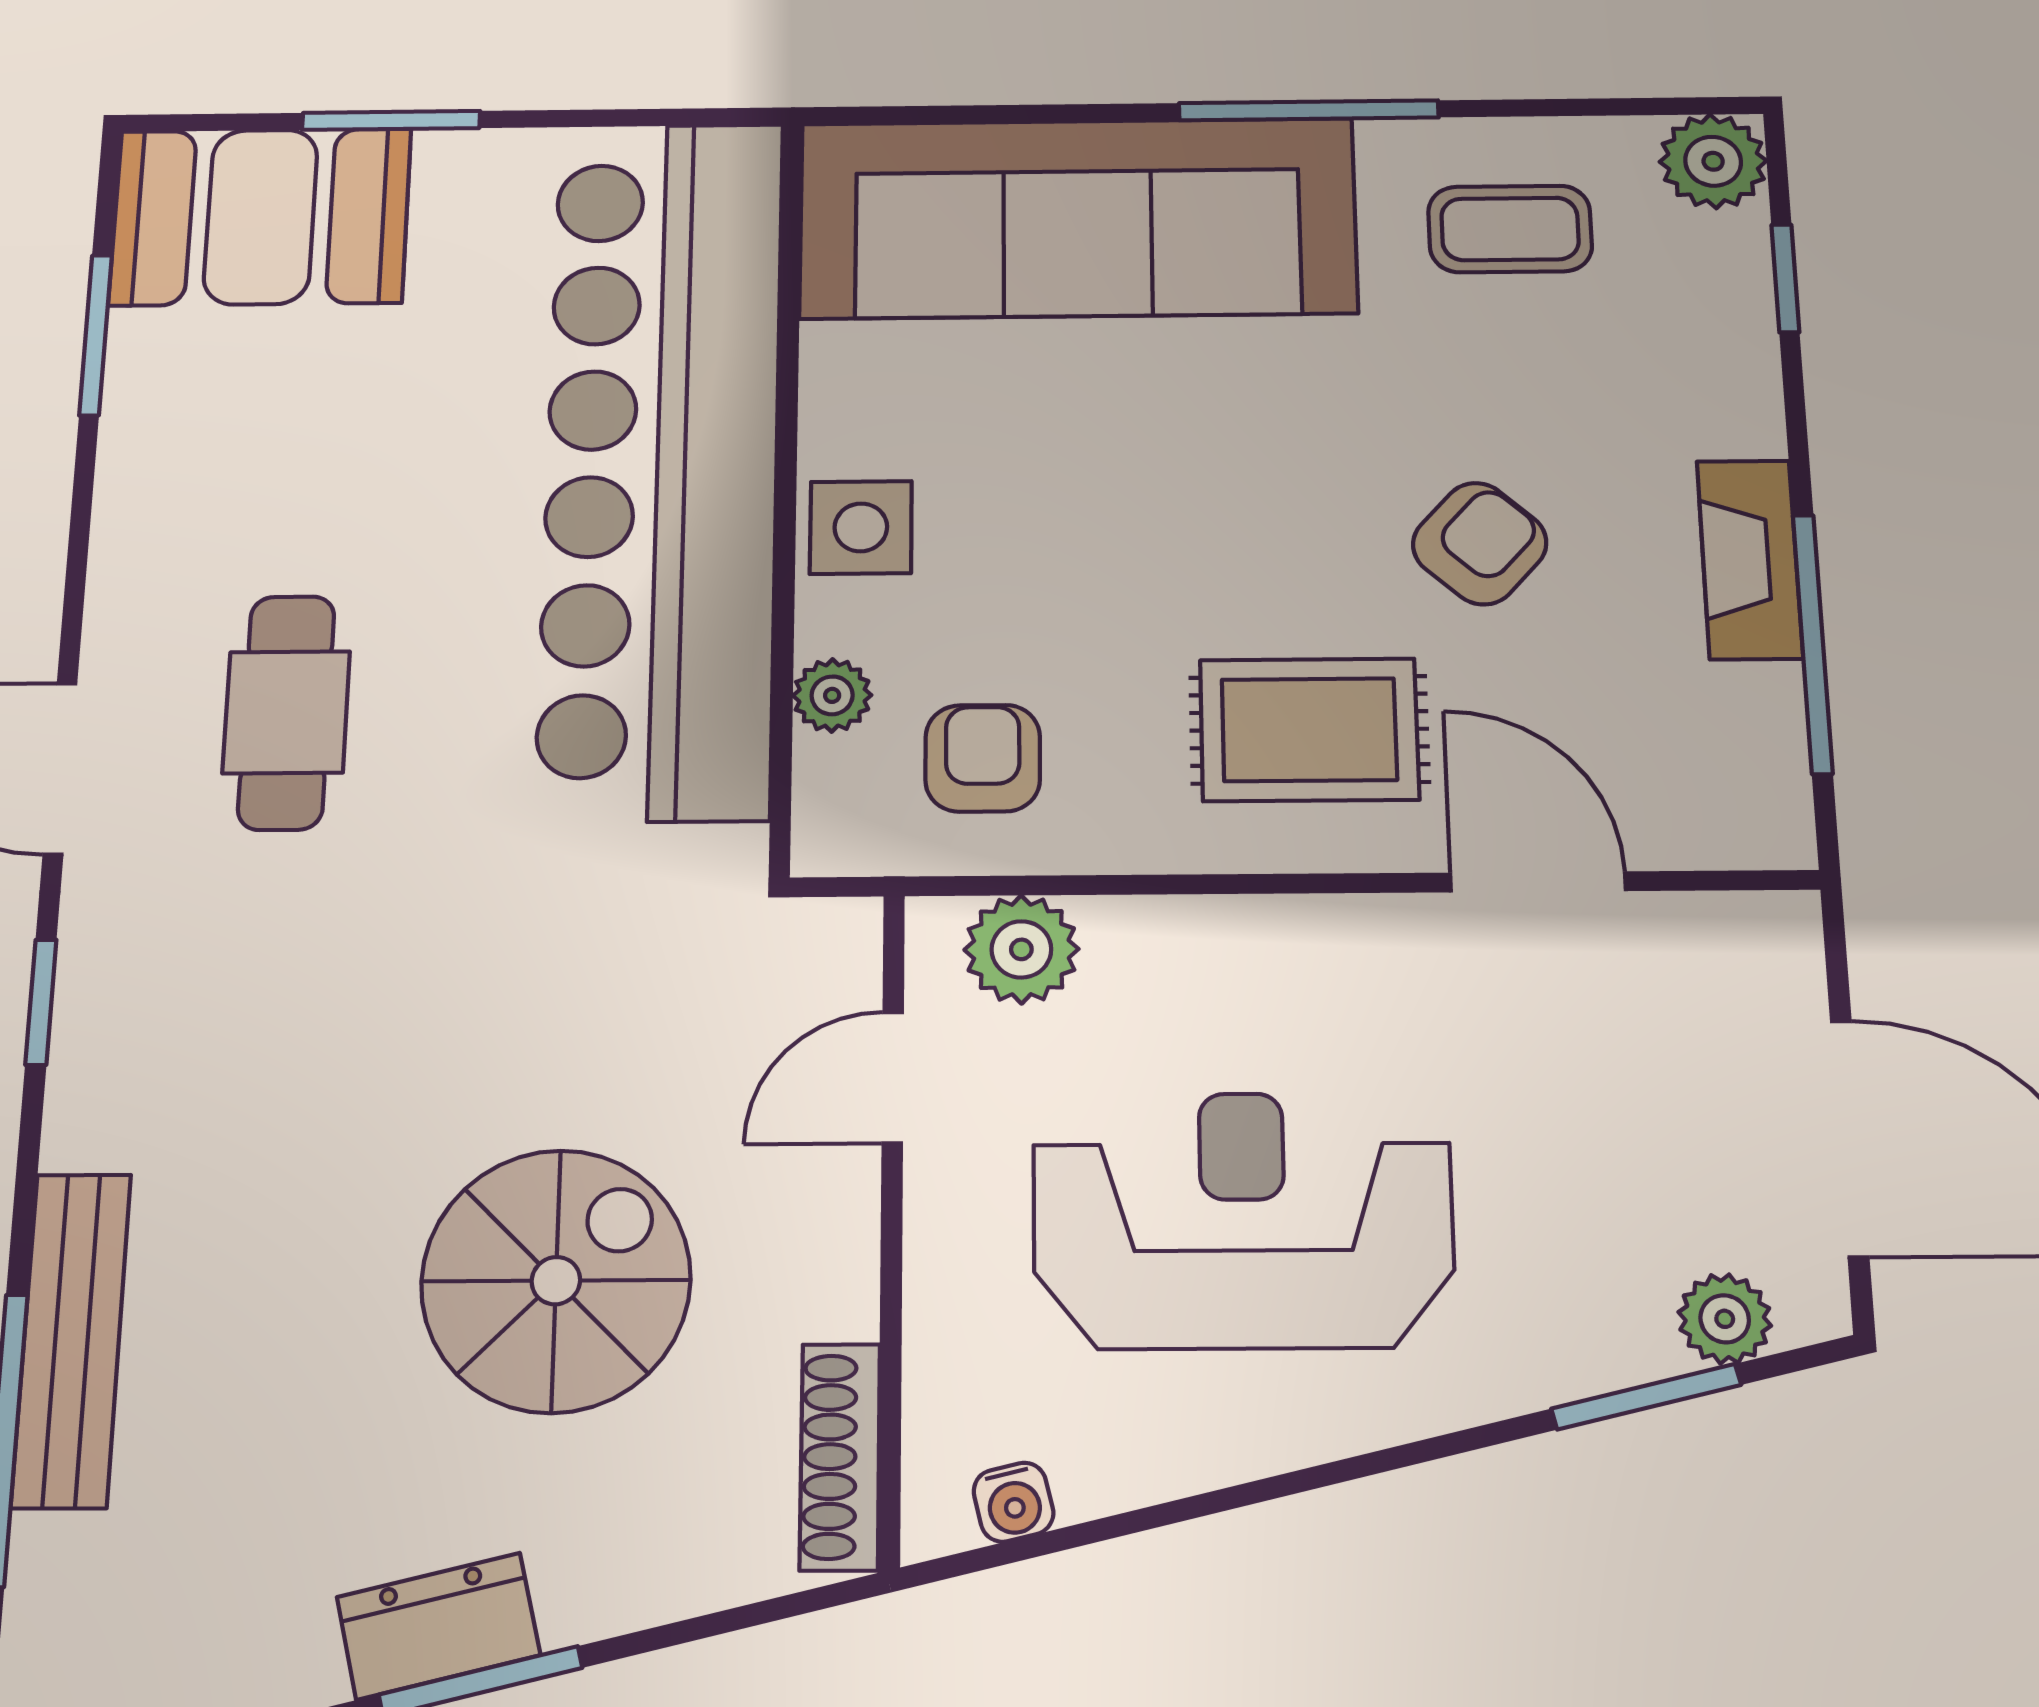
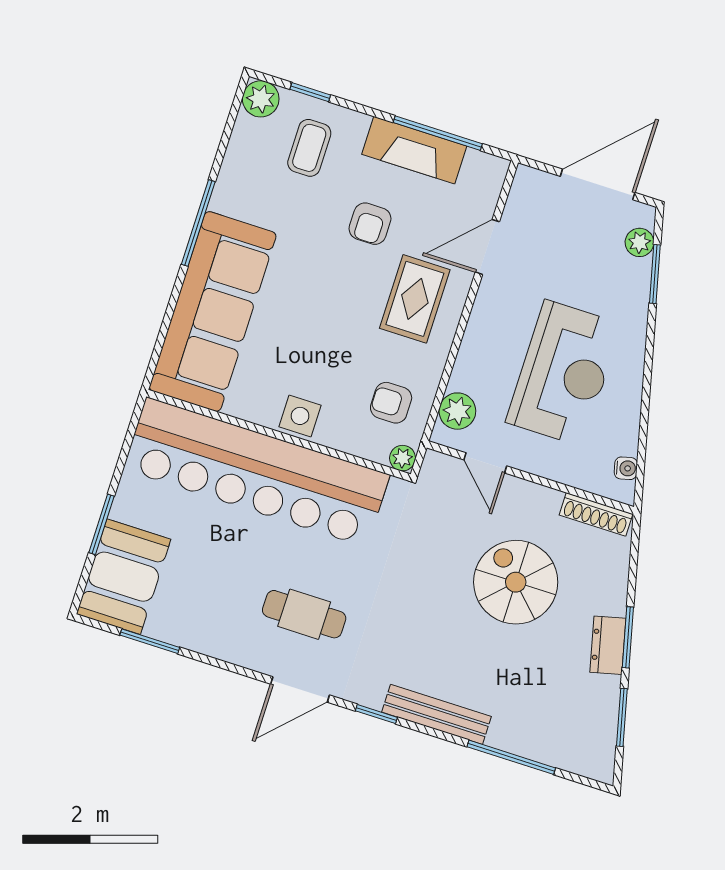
coffee table: (1510, 229) -> (309, 148), moved
armchair: (1480, 544) -> (370, 224), turned -132
fireplace: (1750, 559) -> (414, 150), width x1.37, depth x1.32
plant: (832, 695) -> (403, 458), moved
reception desk: (1243, 1220) -> (564, 373), turned 180
bench: (71, 1340) -> (436, 714), moved

